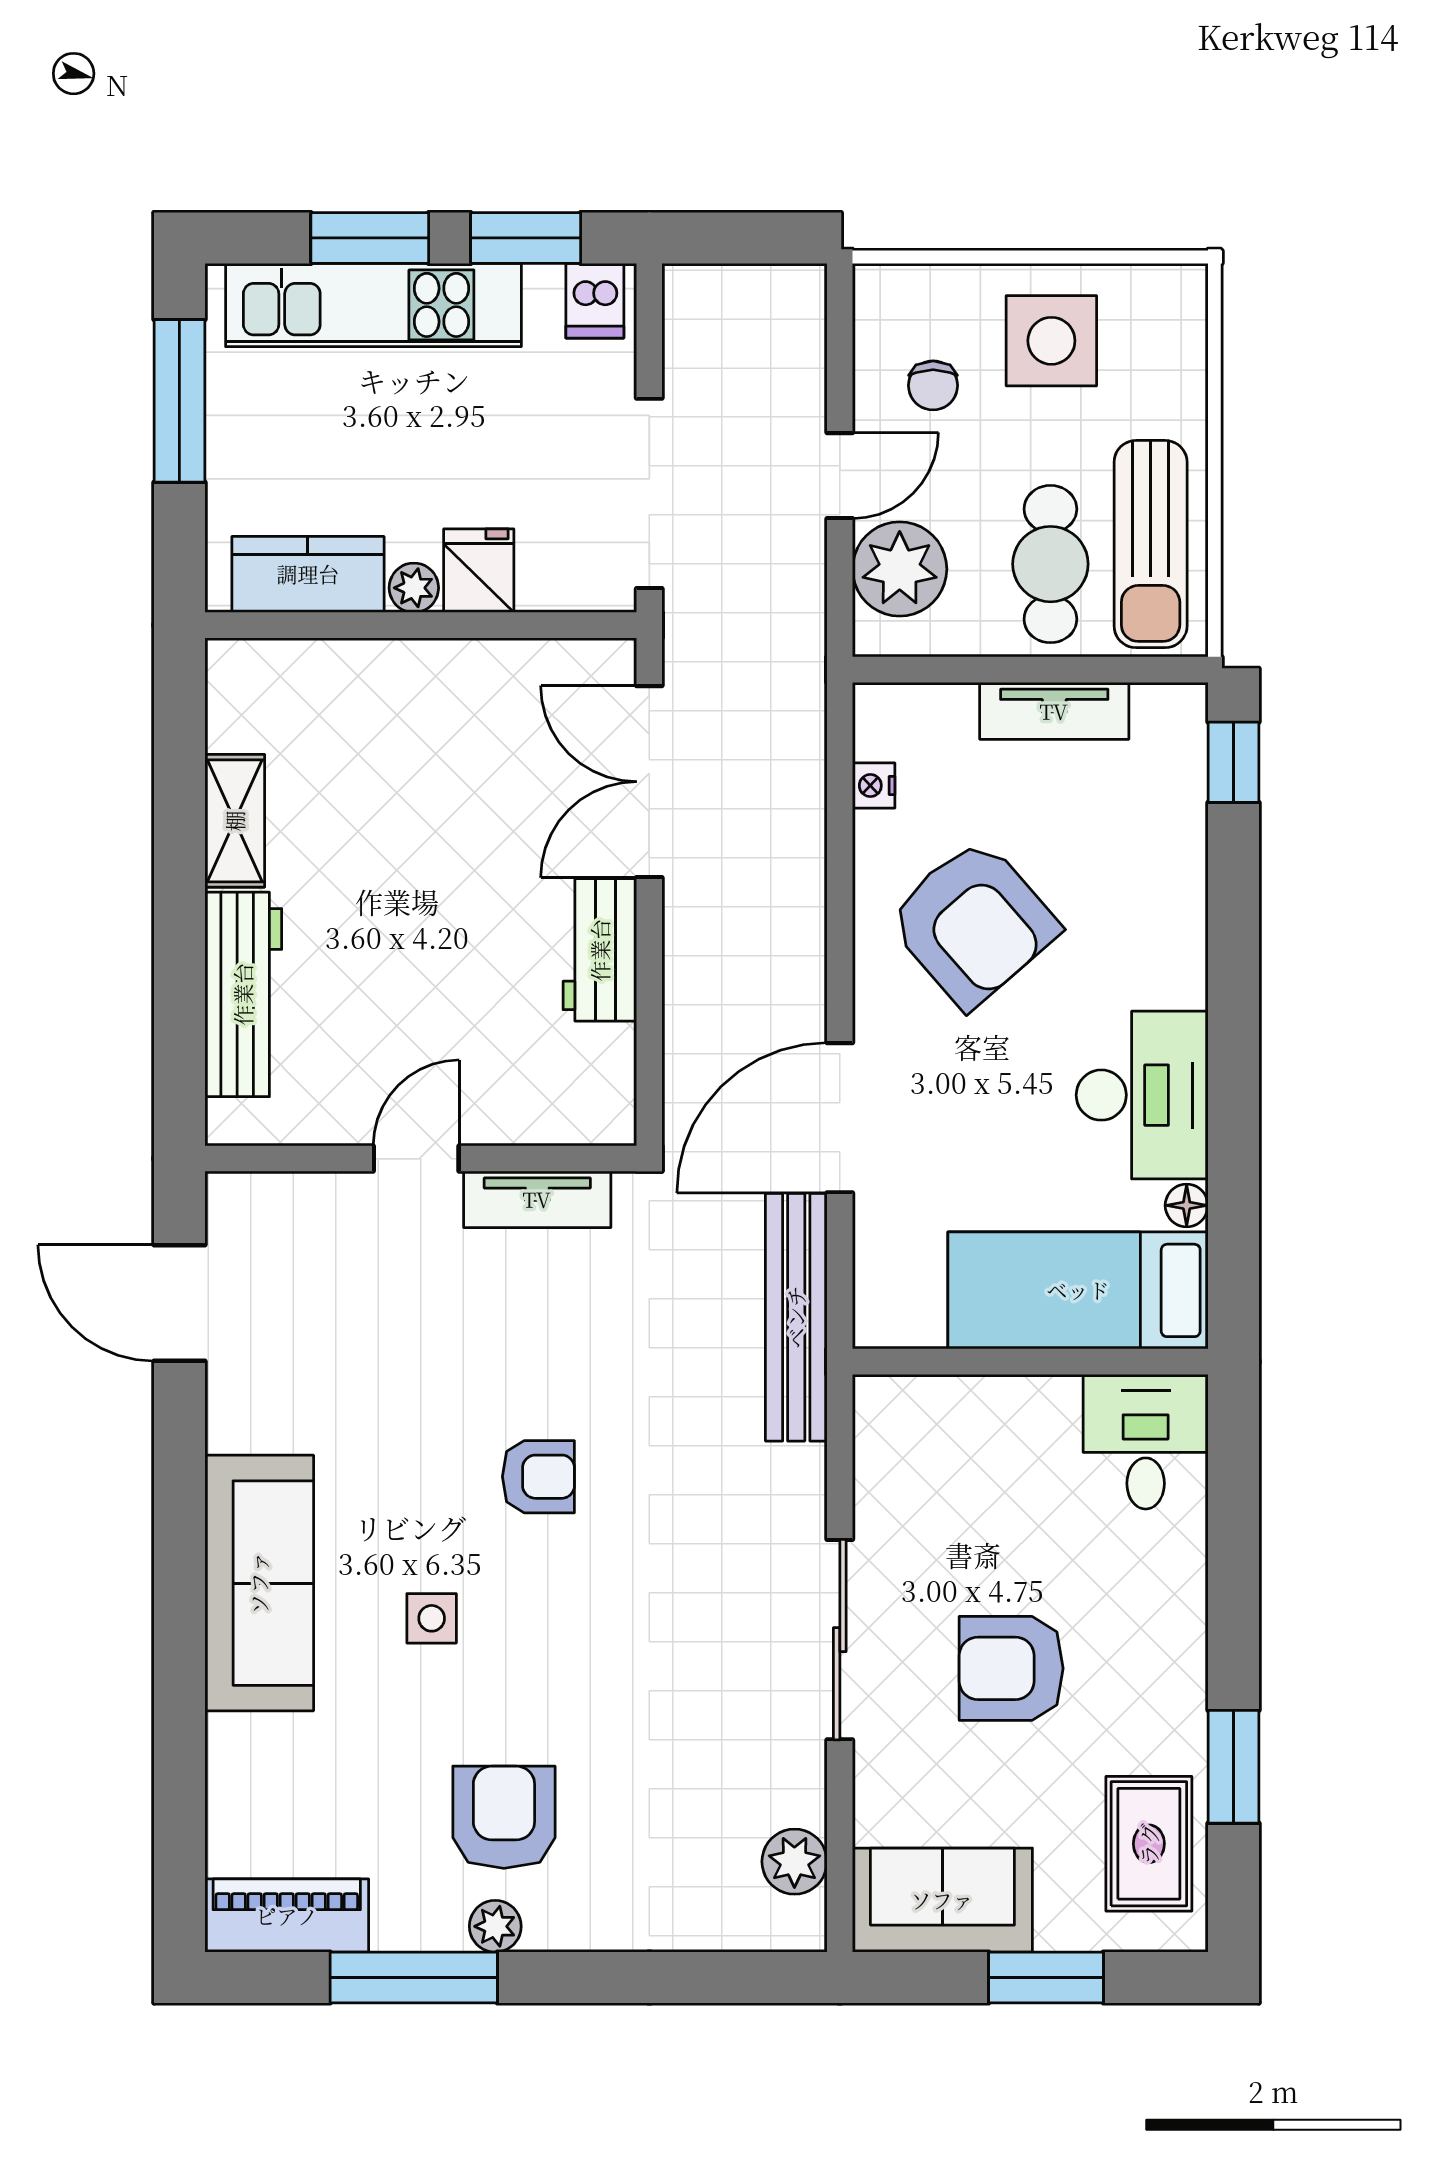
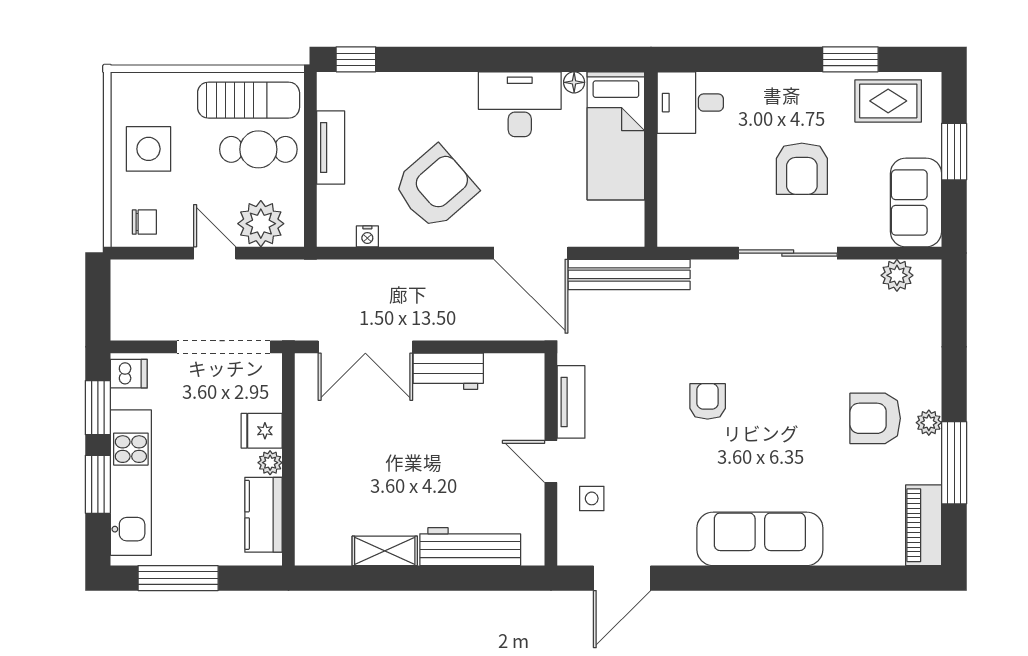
chair: (933, 385) -> (144, 222), moved
side table: (432, 1618) -> (592, 498), moved

